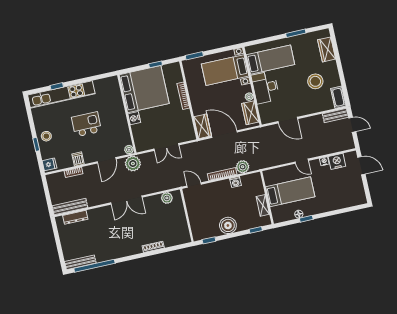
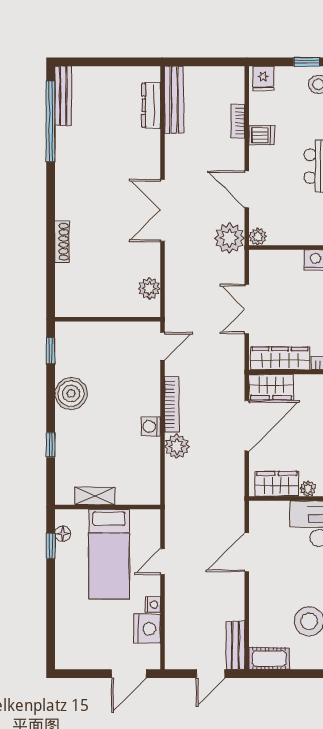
wardrobe: (187, 125) -> (280, 358), added
bed: (290, 192) -> (109, 554), moved
wall: (267, 198) -> (108, 507), moved
shelving: (263, 205) -> (95, 496), moved

